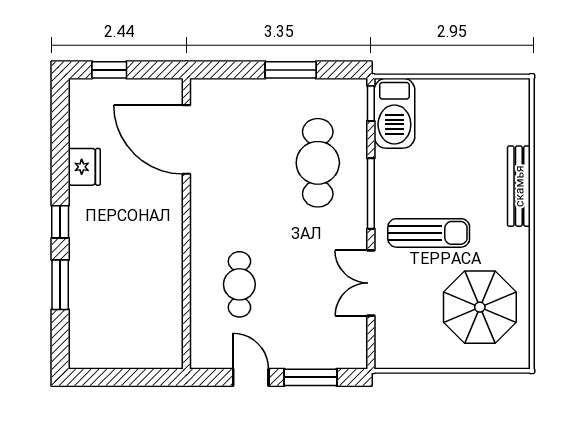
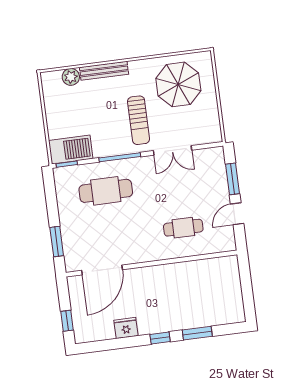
window: (291, 70) -> (57, 241), moved
plant: (516, 129) -> (71, 77), added
sun lounger: (429, 233) -> (138, 120), turned 180

